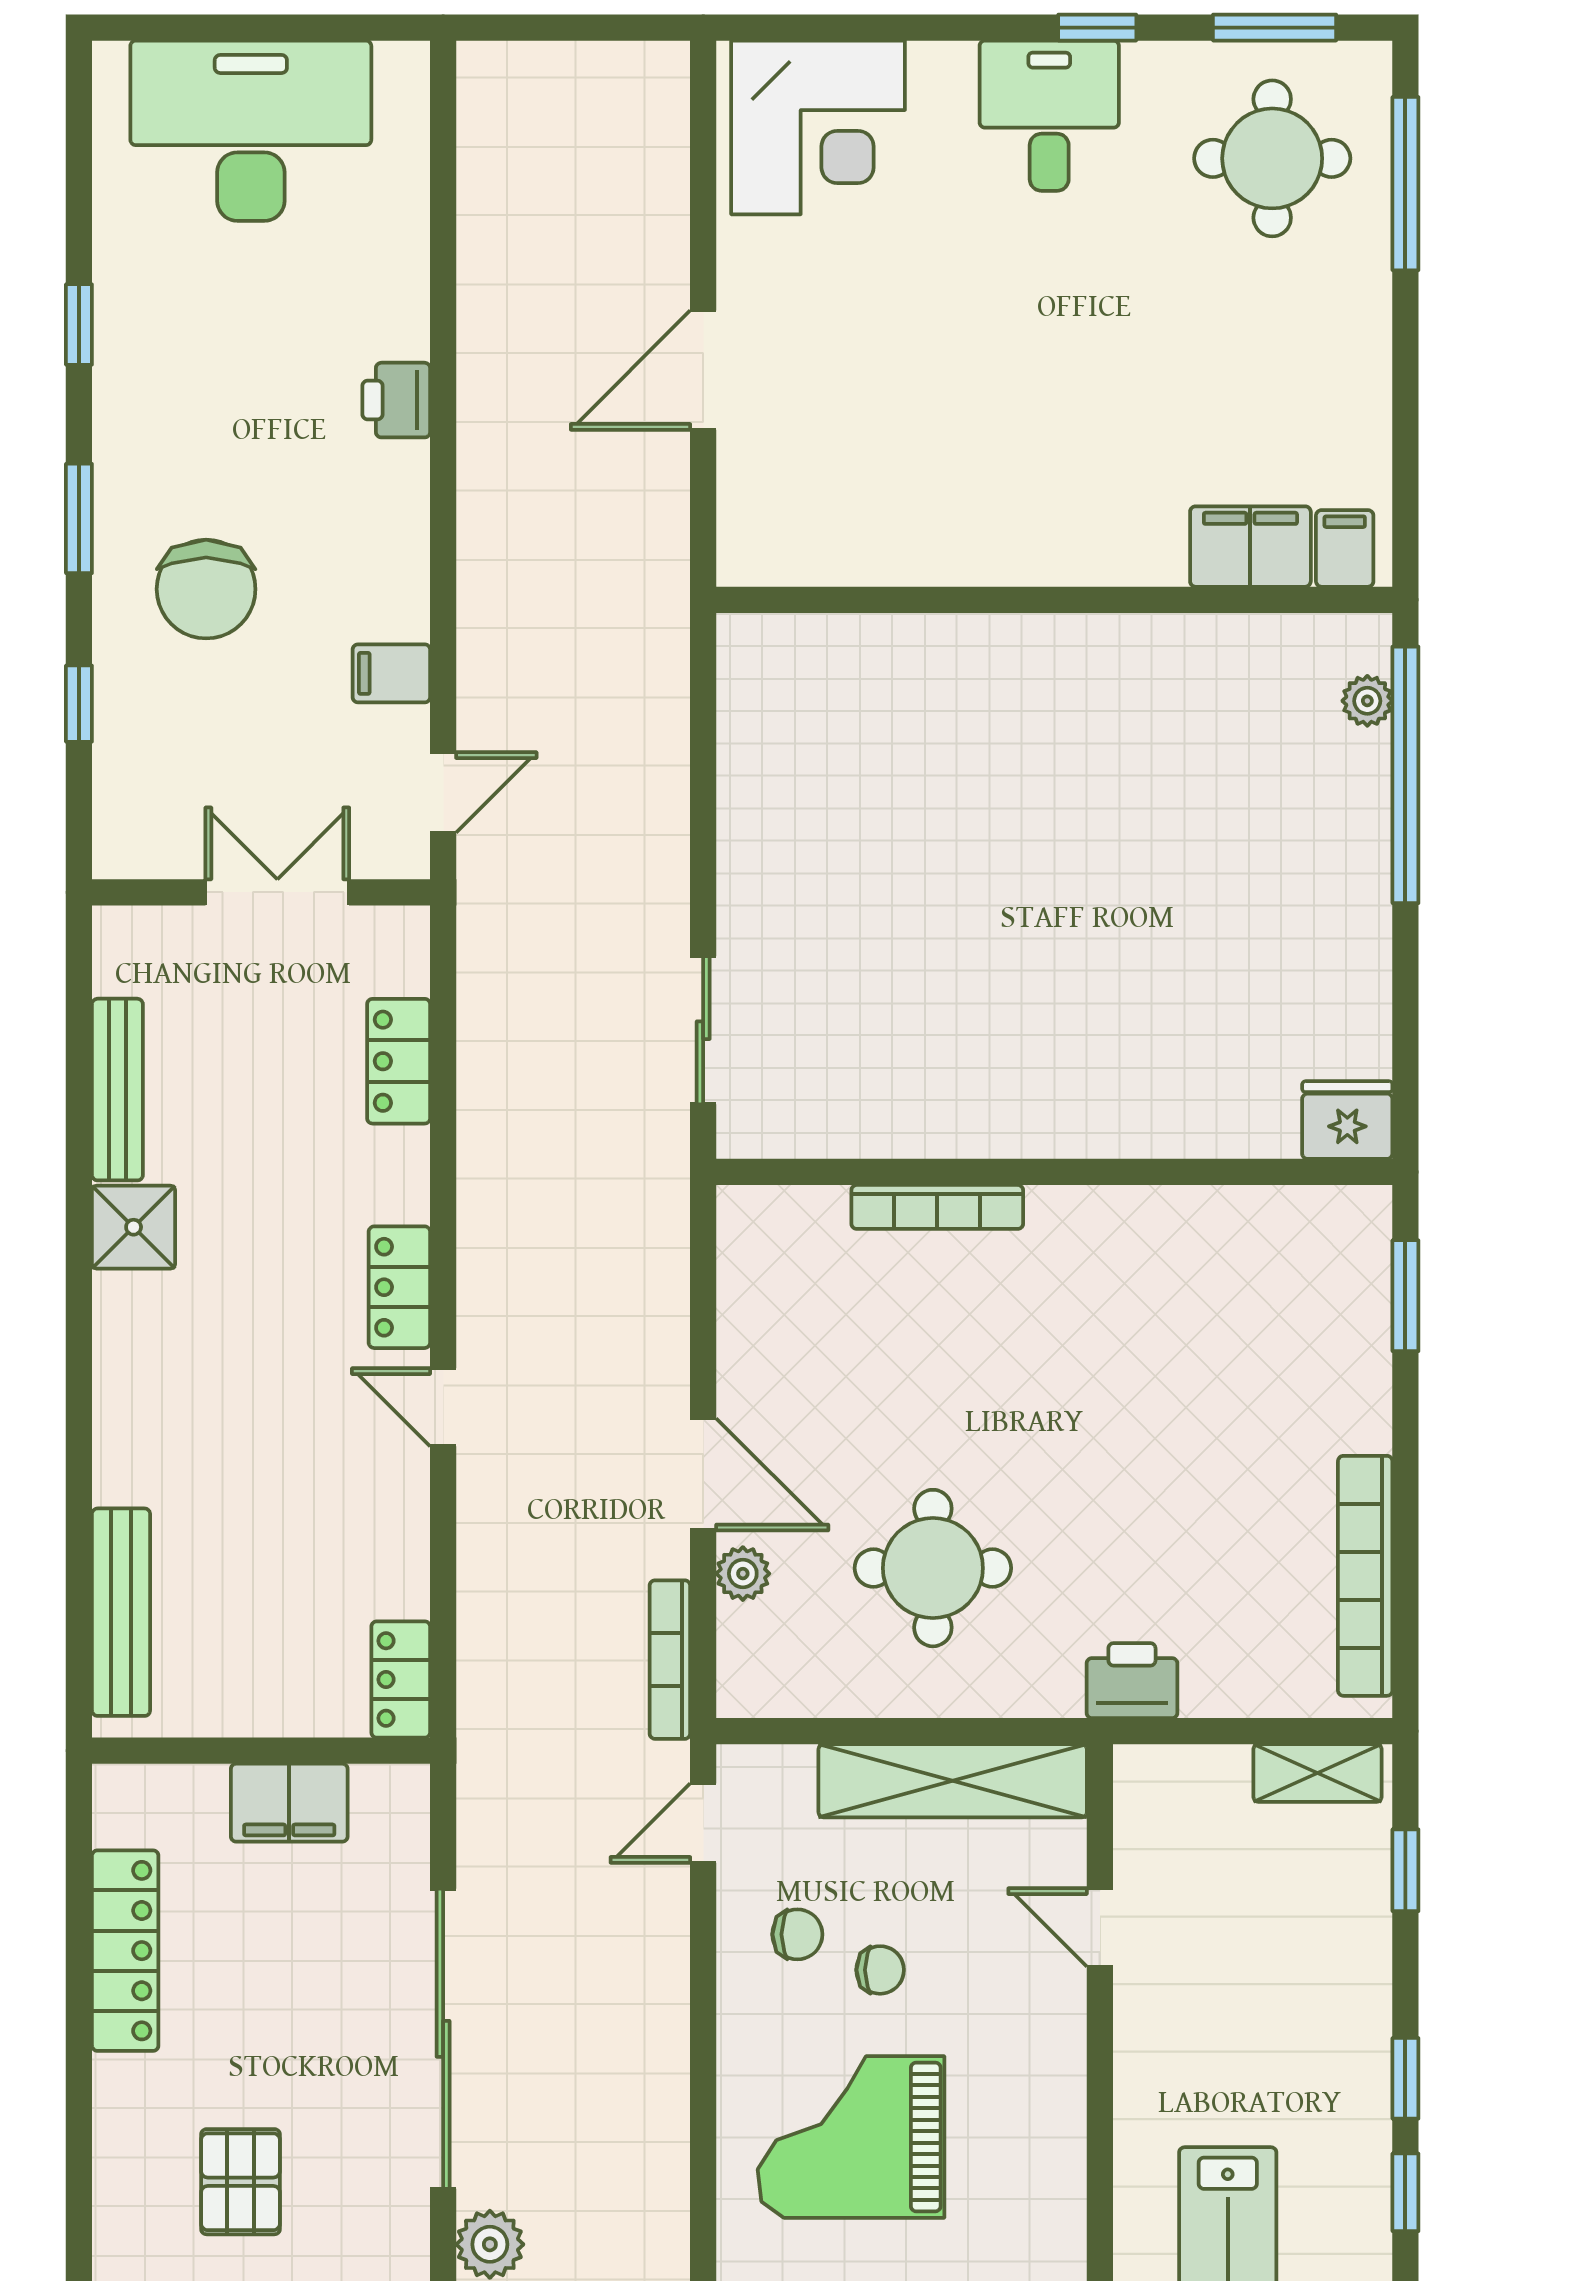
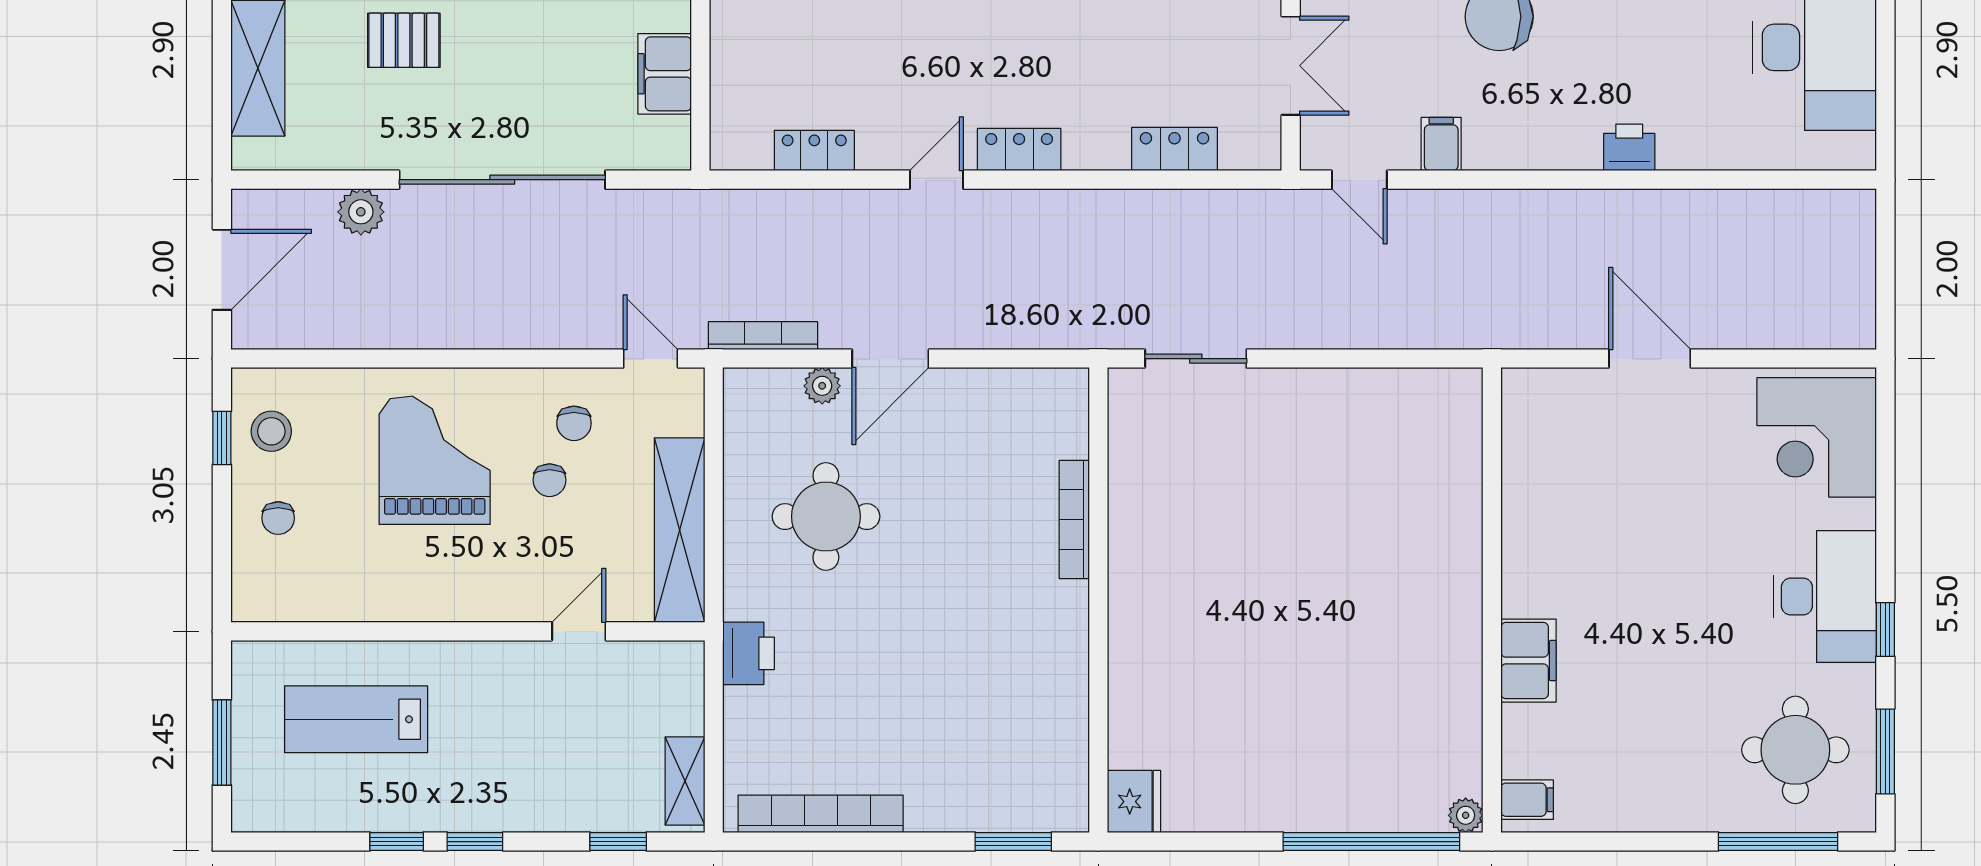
desk: (1049, 116) -> (1825, 596), width x1.37
filing cabinet: (1250, 547) -> (1528, 661), moved
plant: (1367, 701) -> (1466, 815), moved
locker: (401, 1679) -> (814, 151), moved

